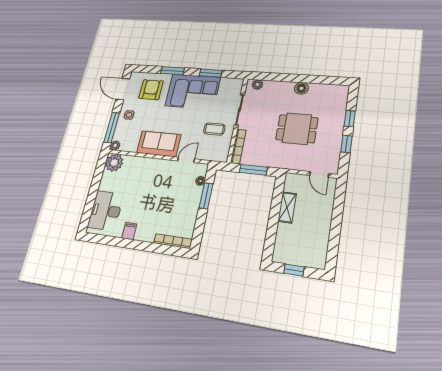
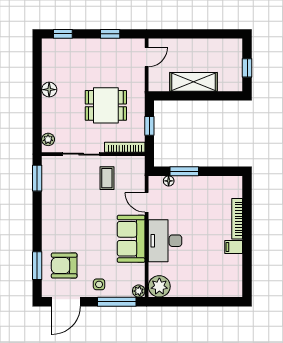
window: (172, 71) -> (37, 266), moved
window: (211, 73) -> (37, 178), moved
corner sofa: (193, 92) -> (63, 214), removed
window: (350, 119) -> (63, 34), moved
dining table: (297, 129) -> (106, 105), moved, turned 90
window: (253, 170) -> (149, 126), width x0.67
shelving: (287, 207) -> (193, 82), width x1.50, depth x1.33
desk: (106, 211) -> (165, 241), moved, turned 90
bookcase: (173, 241) -> (237, 219), moved

